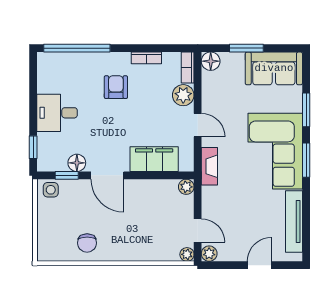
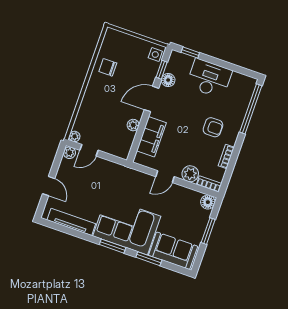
sofa: (274, 68) -> (173, 251), moved, turned 90
desk: (57, 113) -> (209, 78), width x1.37
fireplace: (209, 166) -> (132, 175), removed
plant: (186, 187) -> (133, 125), moved

